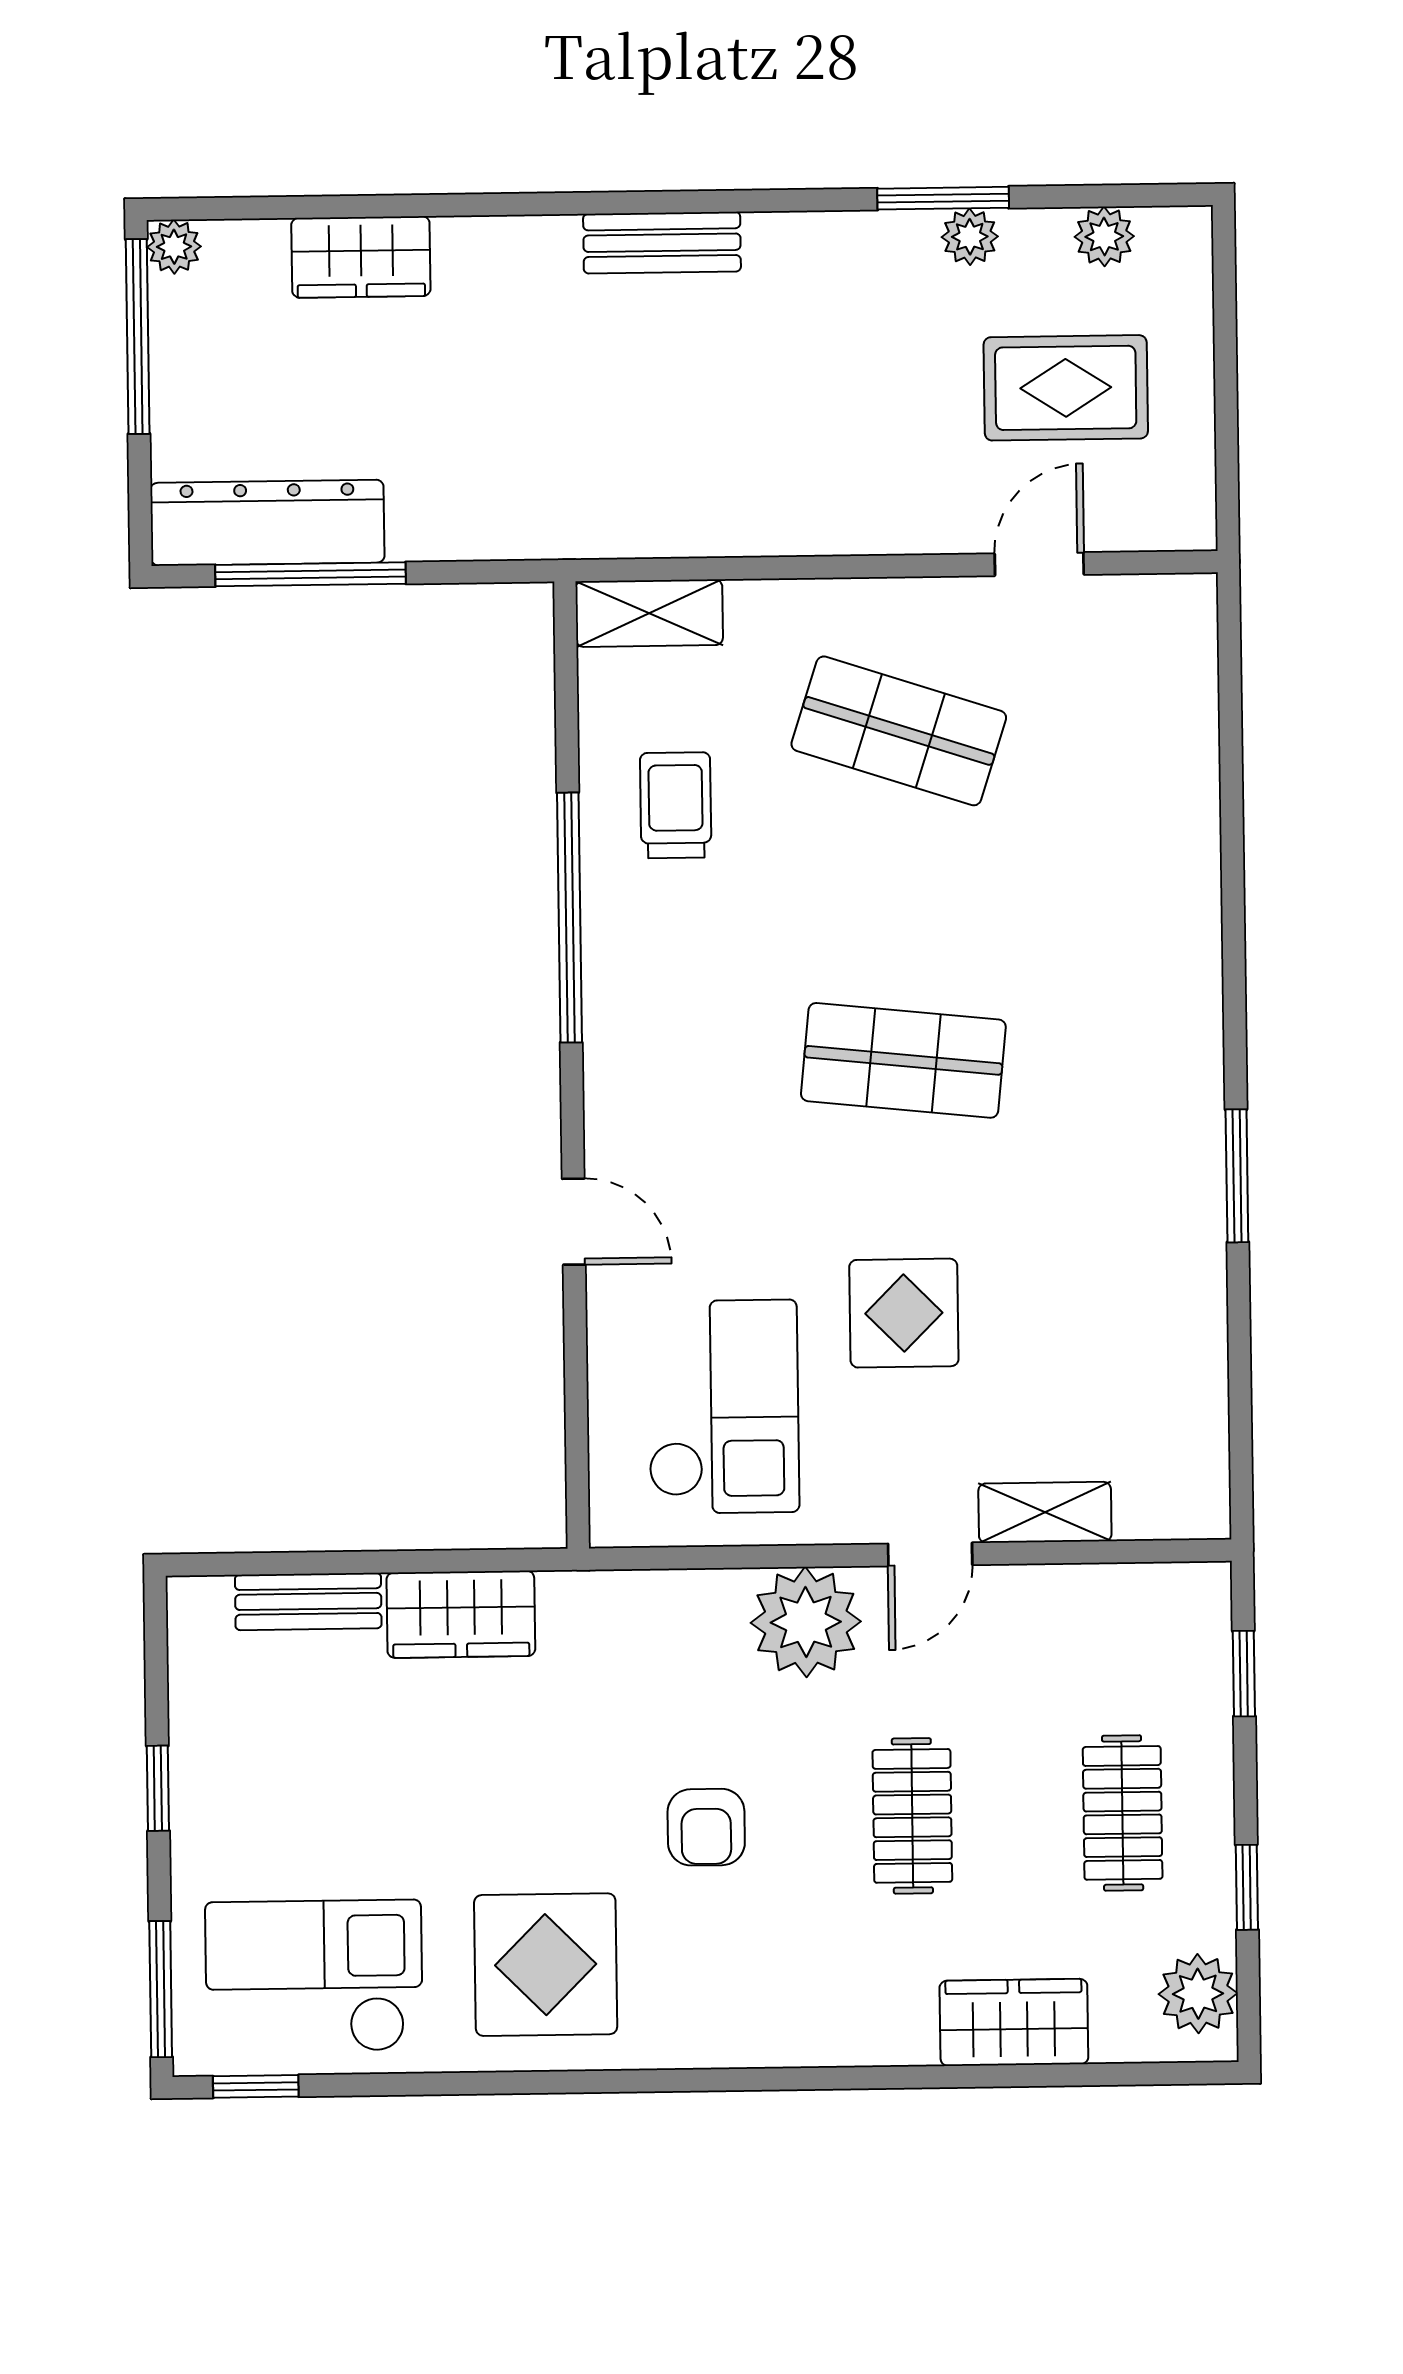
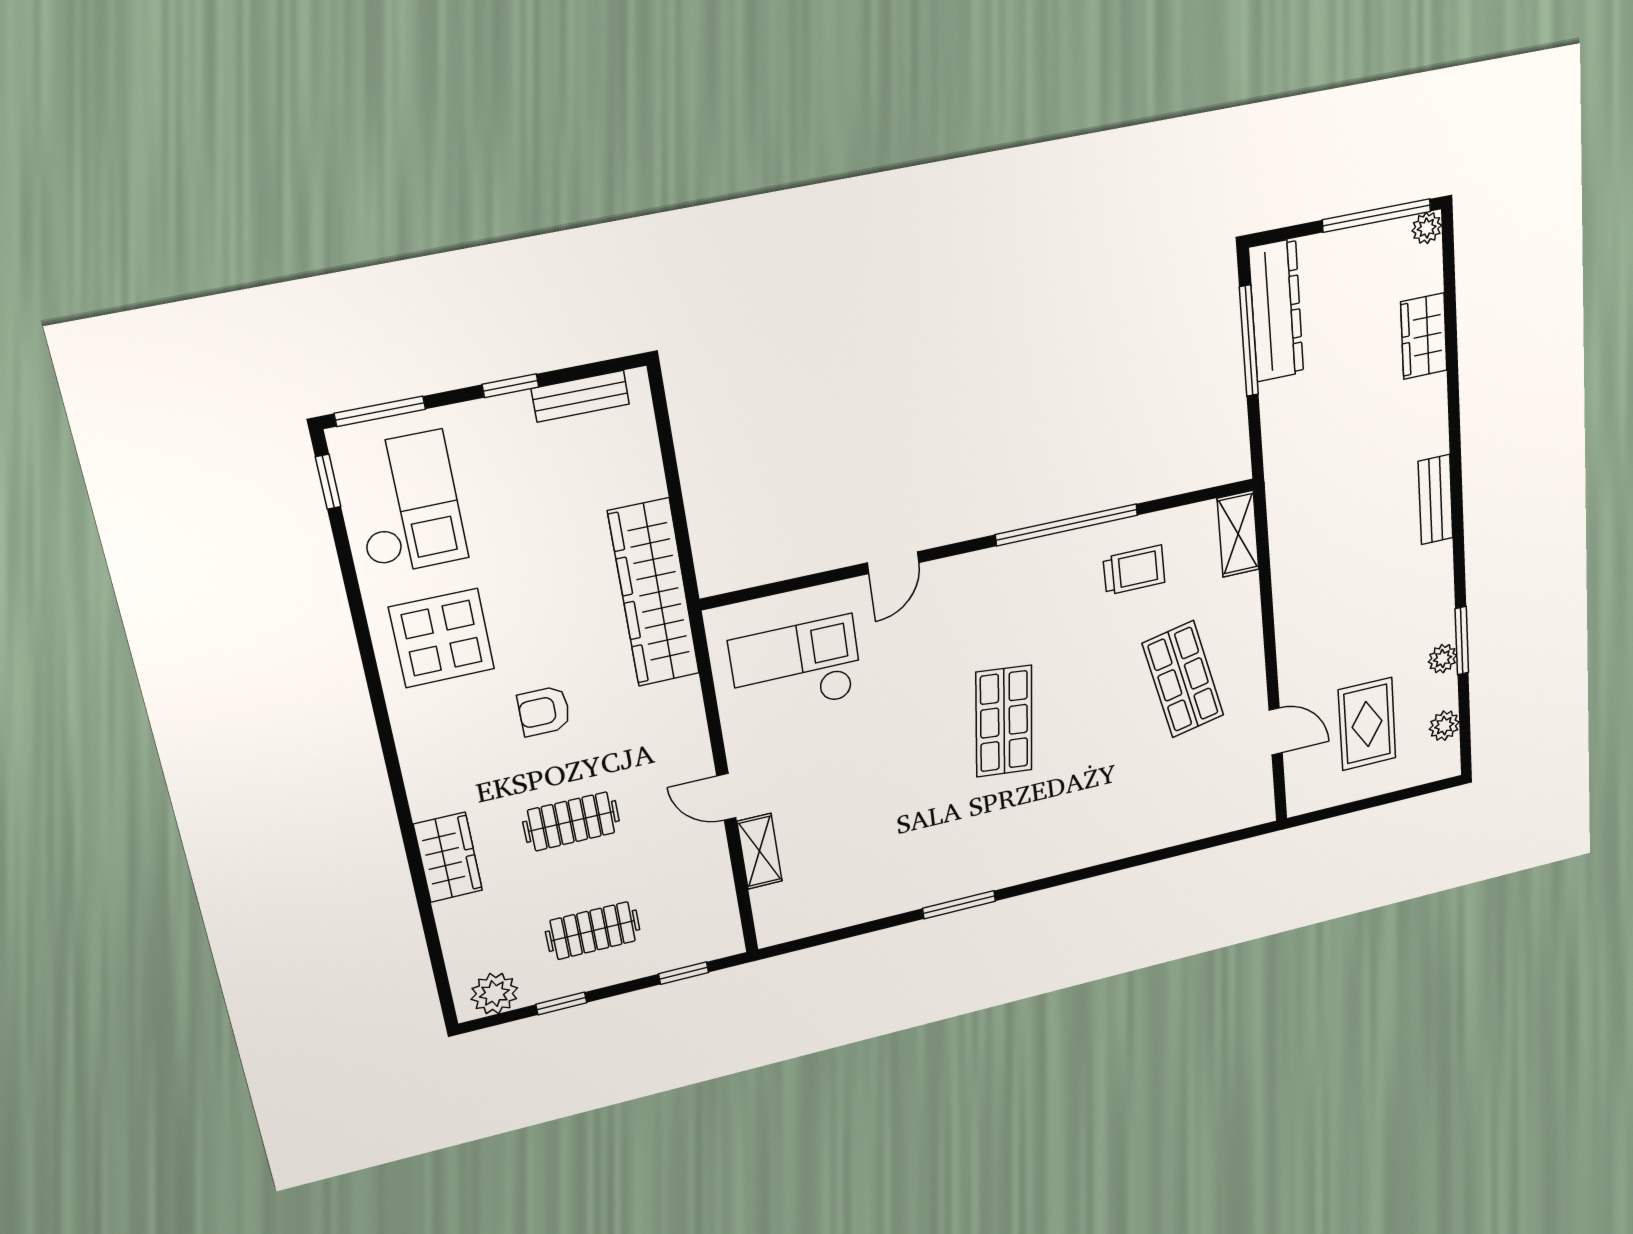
shop shelf: (899, 731) -> (1183, 679), turned -30
display table: (904, 1313) -> (863, 753), removed
checkout: (723, 1407) -> (796, 668), turned 180
bench: (308, 1601) -> (580, 396), moved, turned 90
wardrobe: (461, 1614) -> (654, 593), width x2.10, depth x1.17
plant: (806, 1622) -> (676, 739), removed
wardrobe: (1014, 2022) -> (448, 857), moved

